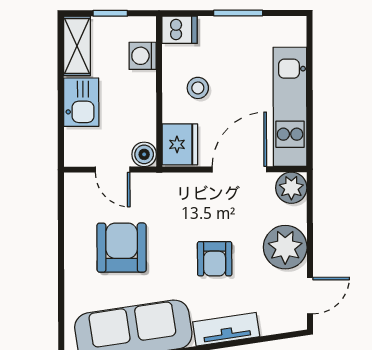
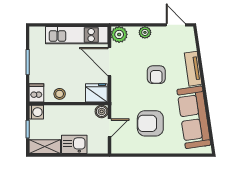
washing machine: (143, 56) -> (36, 112), moved, turned -90
stool: (198, 88) -> (60, 94), moved
plant: (285, 247) -> (145, 32), width x0.53, depth x0.53
armchair: (215, 259) -> (156, 75), turned 90

